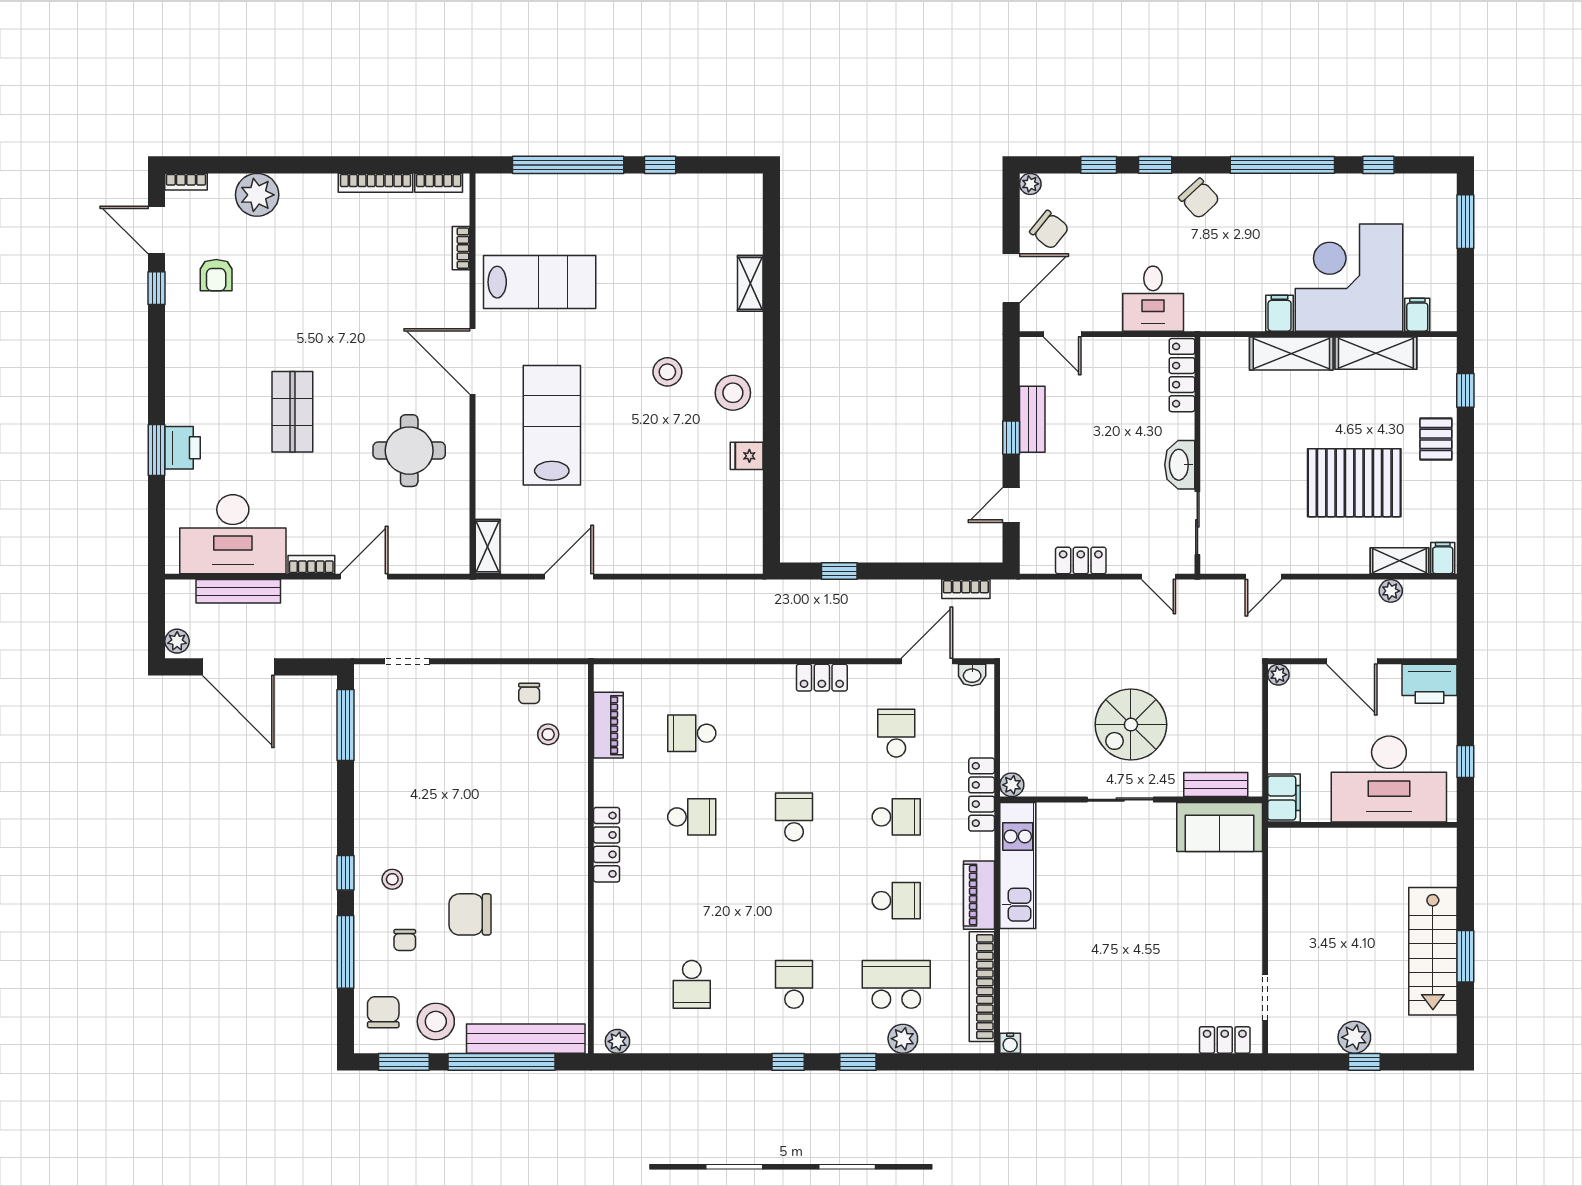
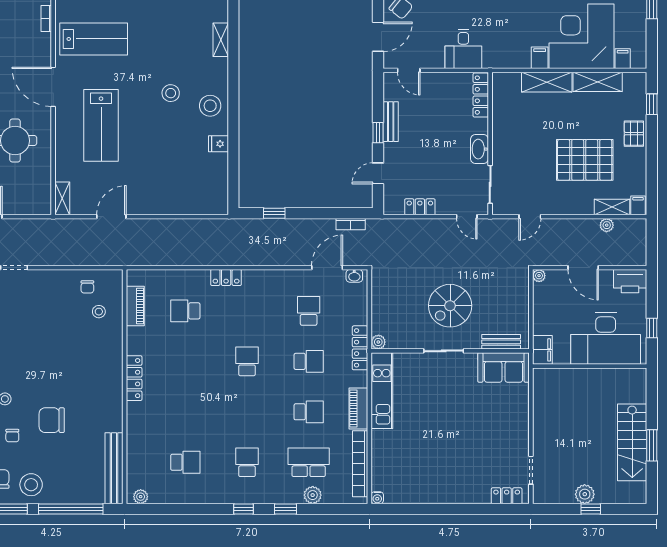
lab bench: (552, 425) -> (101, 125), turned 180
locker: (822, 678) -> (226, 277), moved
school desk: (692, 817) -> (185, 361), removed
school desk: (692, 984) -> (185, 462), turned -90
bench: (526, 1039) -> (114, 468), moved, turned 90

